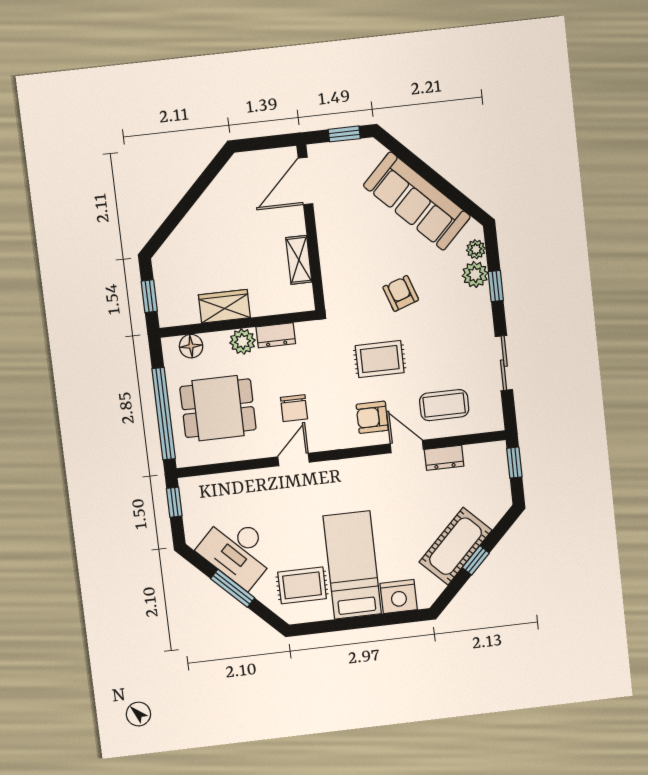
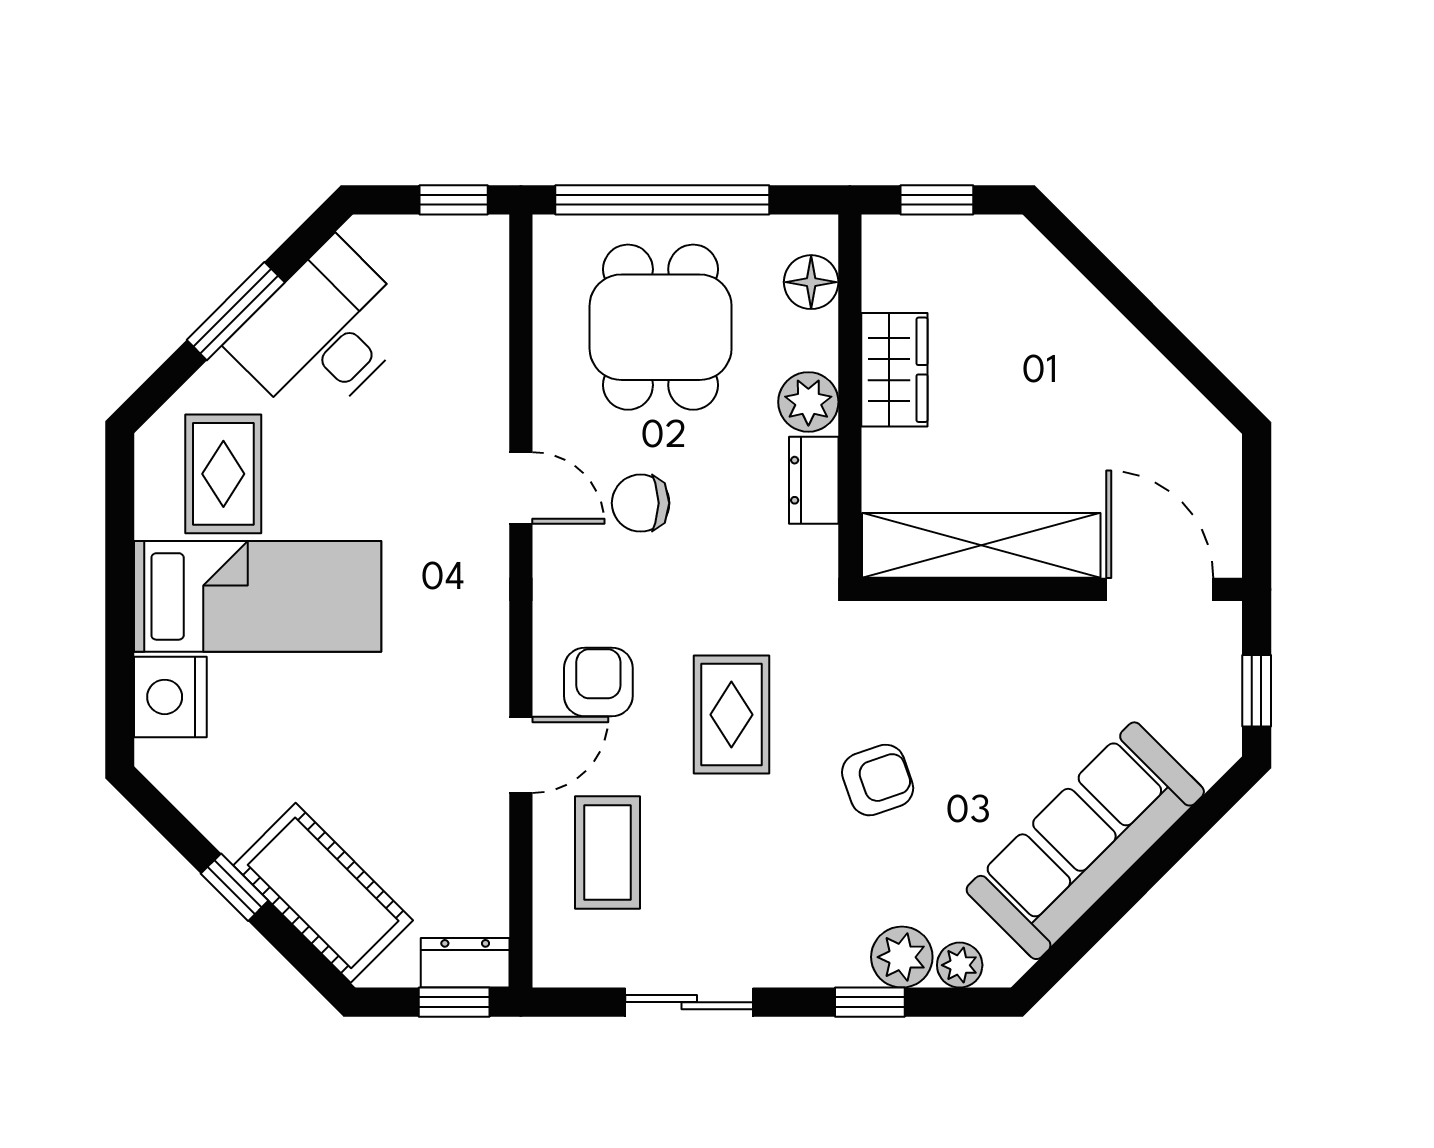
shelving: (299, 260) -> (981, 545), width x2.20, depth x1.33
dresser: (444, 458) -> (465, 963), moved, turned 90
cot: (456, 546) -> (323, 893), moved

